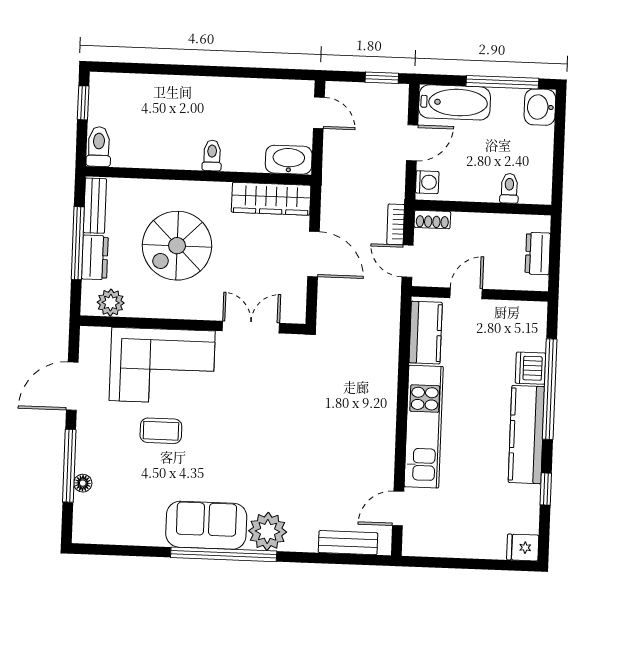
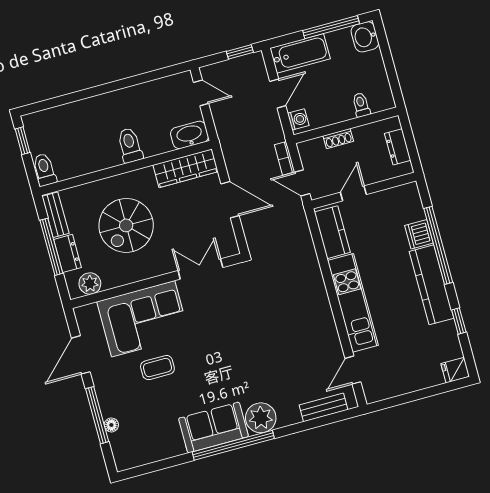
toilet: (212, 155) -> (130, 145), width x1.37, depth x1.39
shoe rack: (432, 219) -> (338, 139), moved

